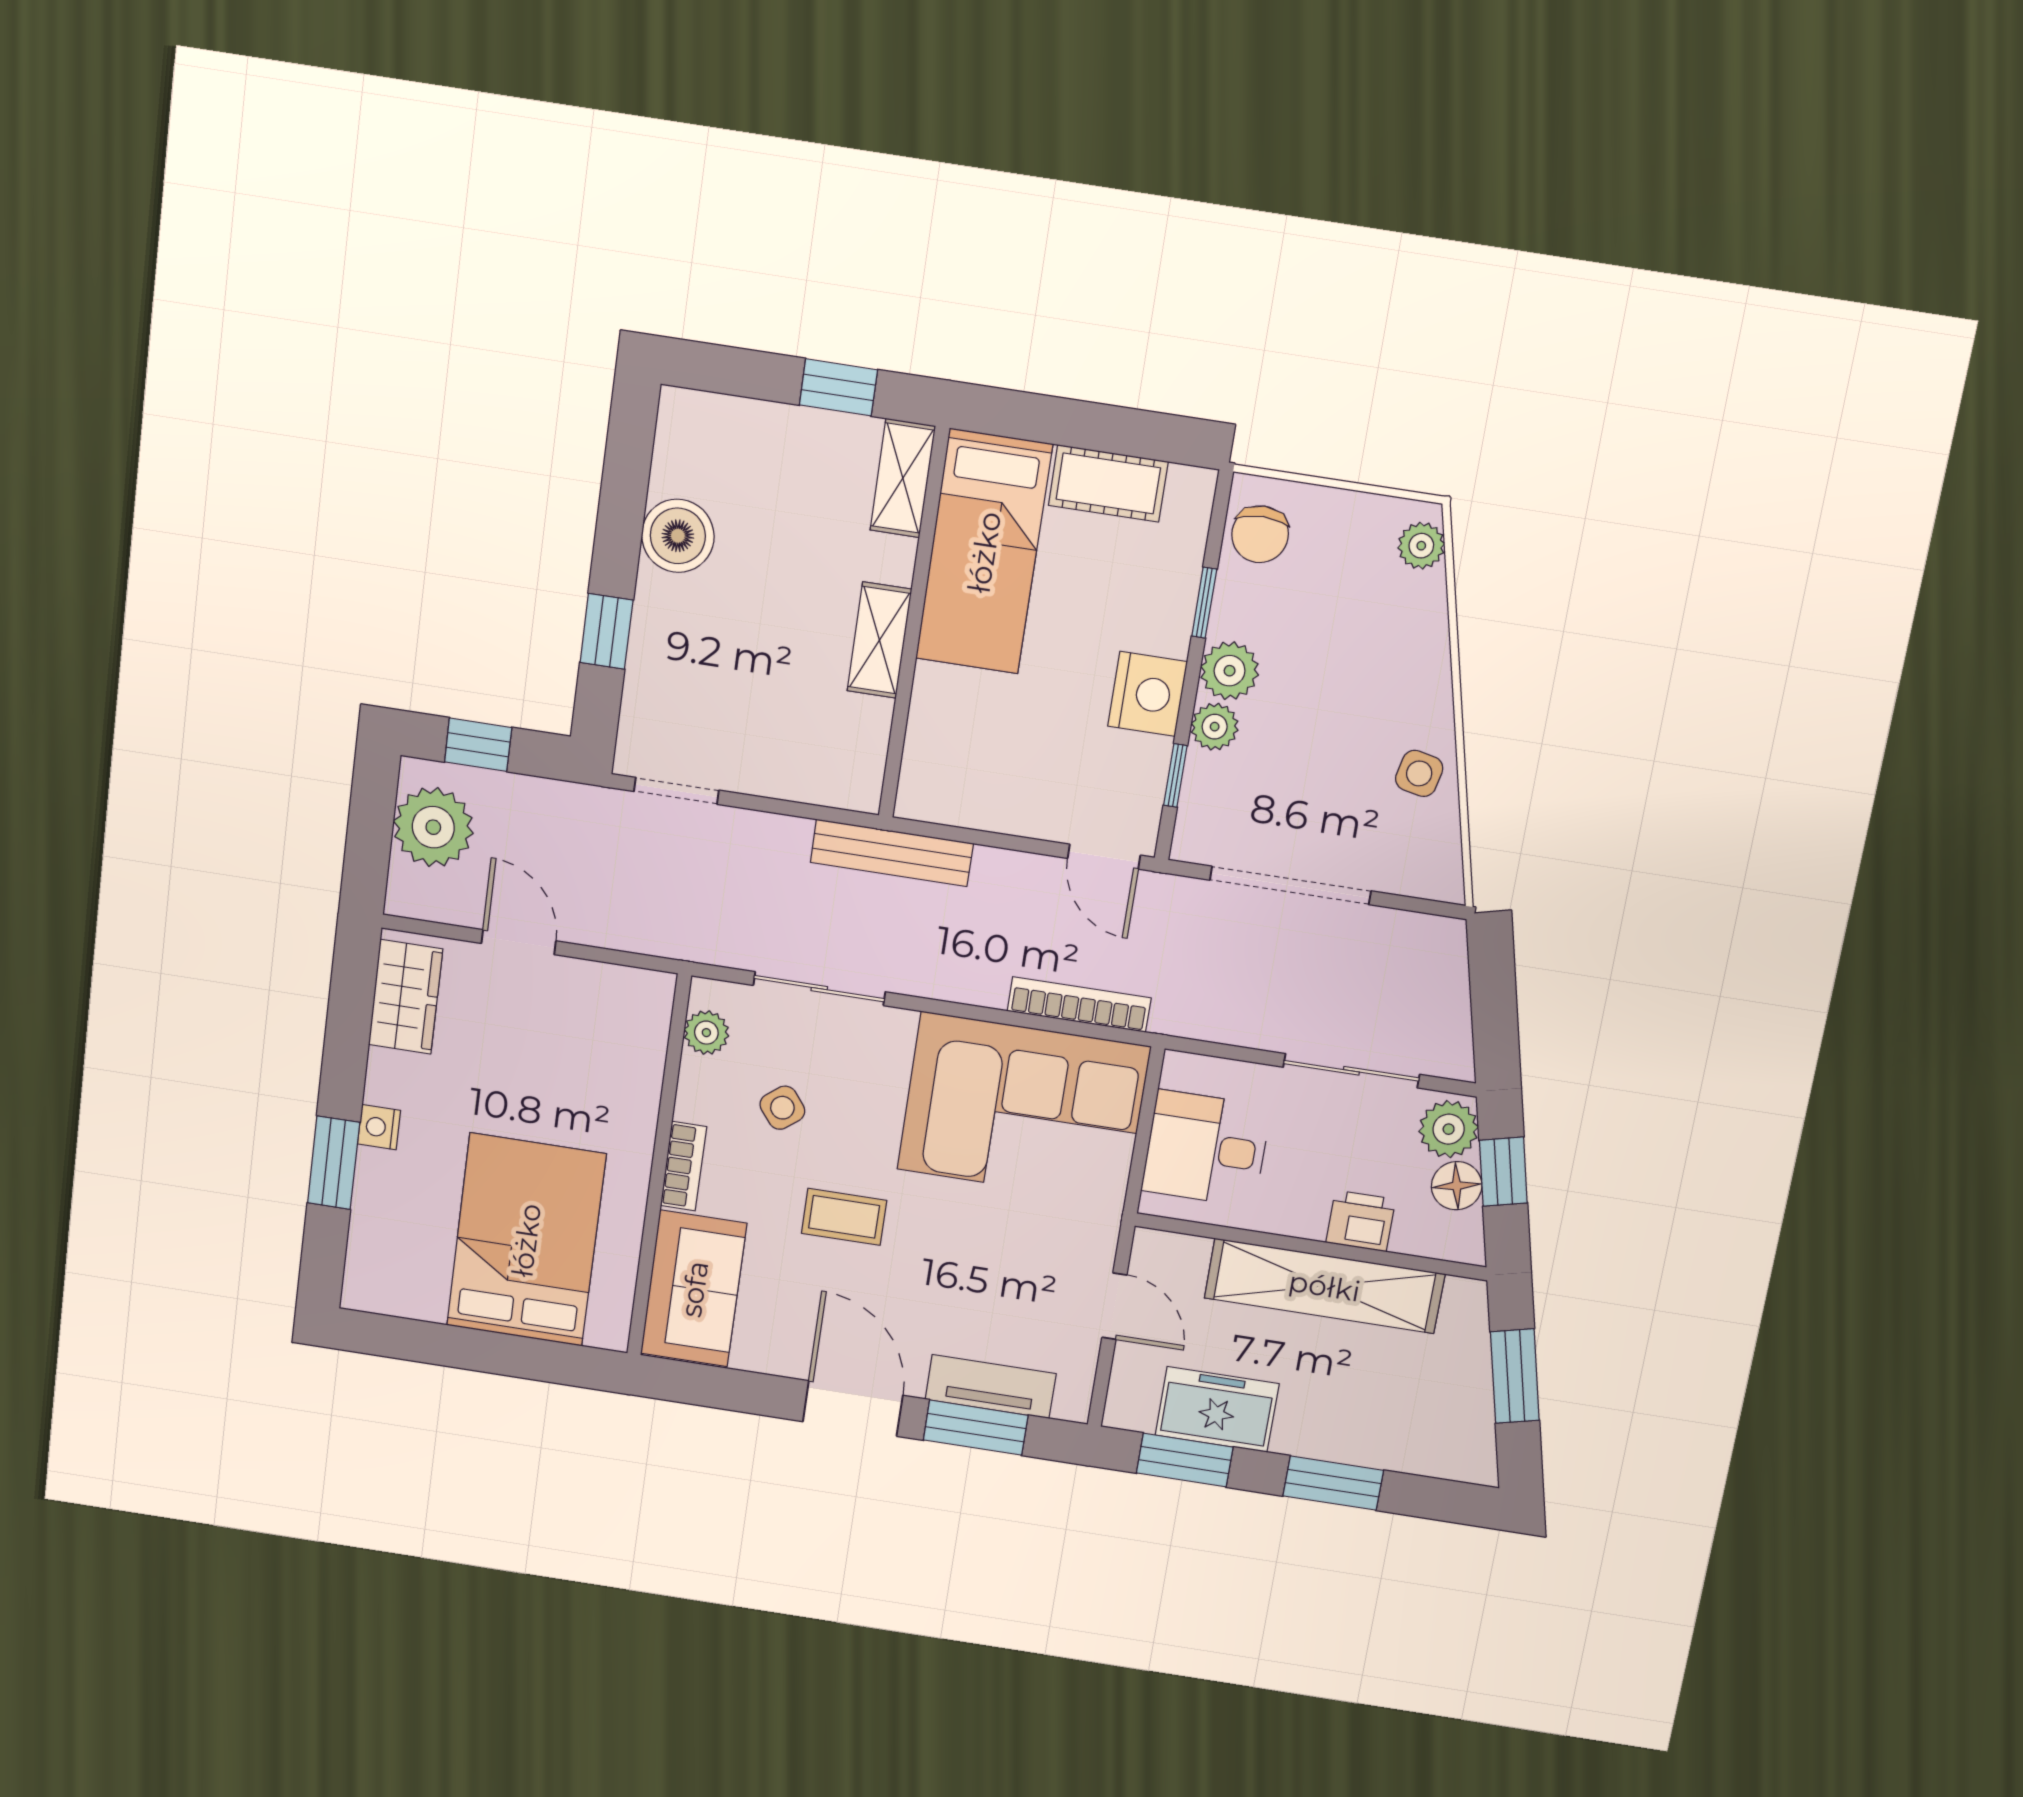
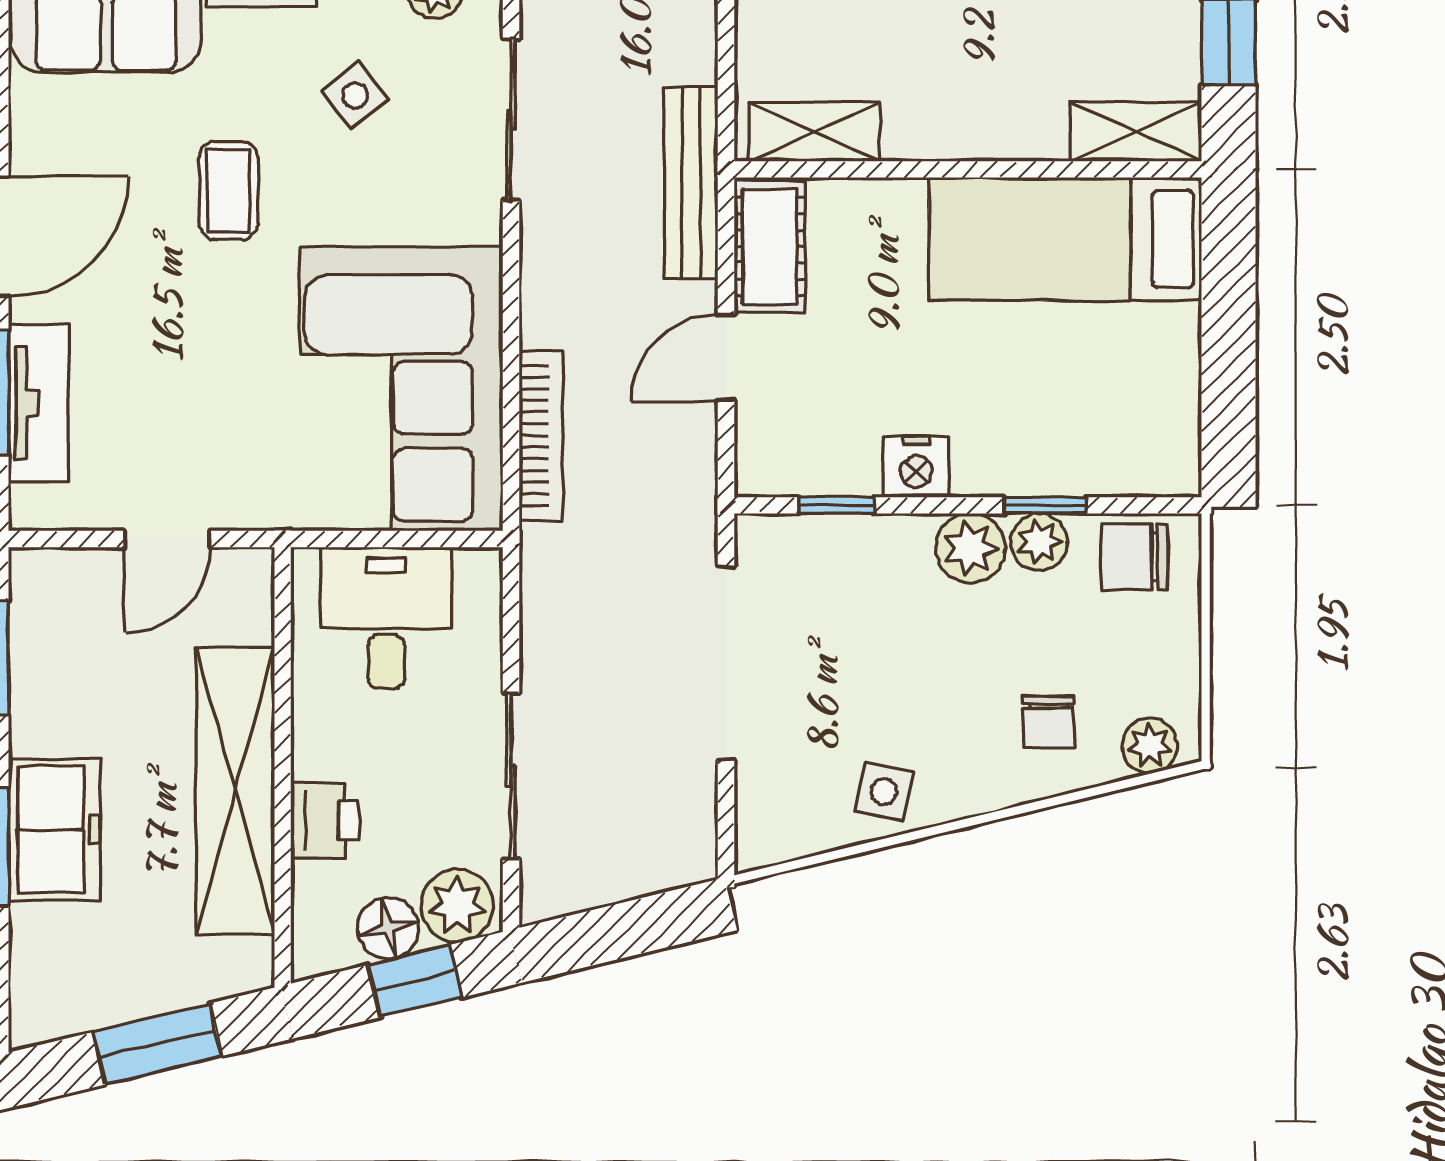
cot: (1108, 483) -> (770, 246), moved
chair: (1386, 628) -> (1049, 722), added
shelving: (879, 640) -> (814, 132), moved
nightstand: (1148, 694) -> (916, 467), width x0.74, depth x0.75
plant: (1215, 727) -> (1039, 542), moved
door: (1104, 857) -> (726, 358), moved
freezer: (1217, 1409) -> (54, 830), moved

